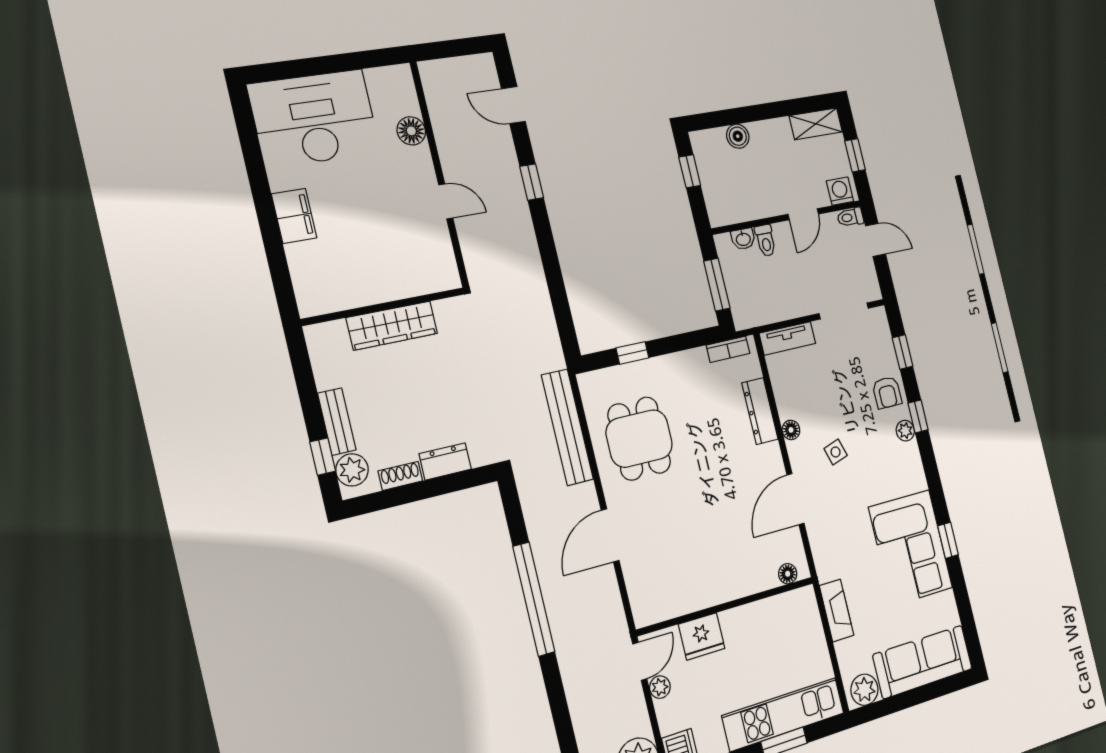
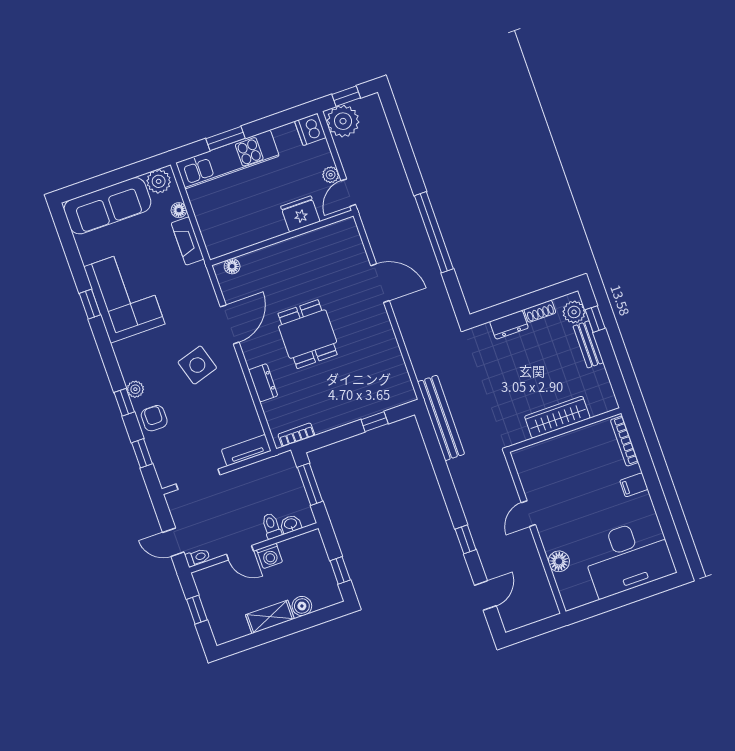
door: (513, 105) -> (485, 595), hinge flipped
shelving: (816, 124) -> (270, 617), moved
washing machine: (840, 191) -> (270, 556), moved
door: (446, 201) -> (528, 514), hinge flipped
door: (803, 214) -> (240, 553), swing flipped
filing cabinet: (294, 216) -> (634, 485), width x0.50
bookcase: (300, 279) -> (624, 441), added
dresser: (760, 411) -> (263, 383), width x0.70
bench: (567, 427) -> (441, 418), moved
floor lamp: (791, 430) -> (179, 210), moved
dining table: (639, 439) -> (308, 334), moved
side table: (836, 452) -> (197, 365), width x1.87, depth x1.87
door: (610, 535) -> (380, 283), hinge flipped

